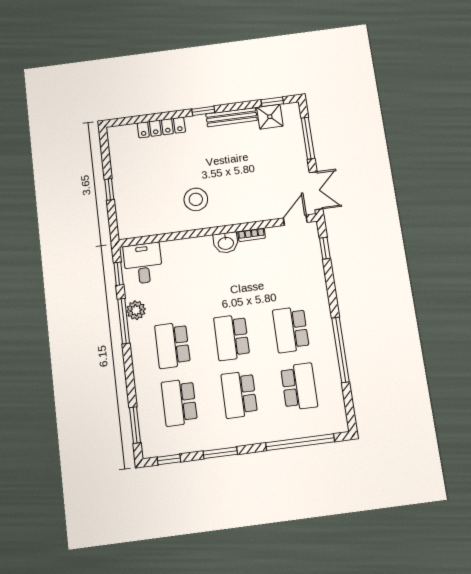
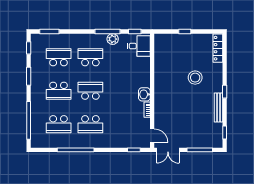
shower: (270, 117) -> (216, 130), removed
locker: (161, 127) -> (218, 48), moved
stool: (196, 199) -> (195, 78), moved
school desk: (291, 330) -> (90, 124), turned 180
school desk: (239, 394) -> (59, 91), turned 180

